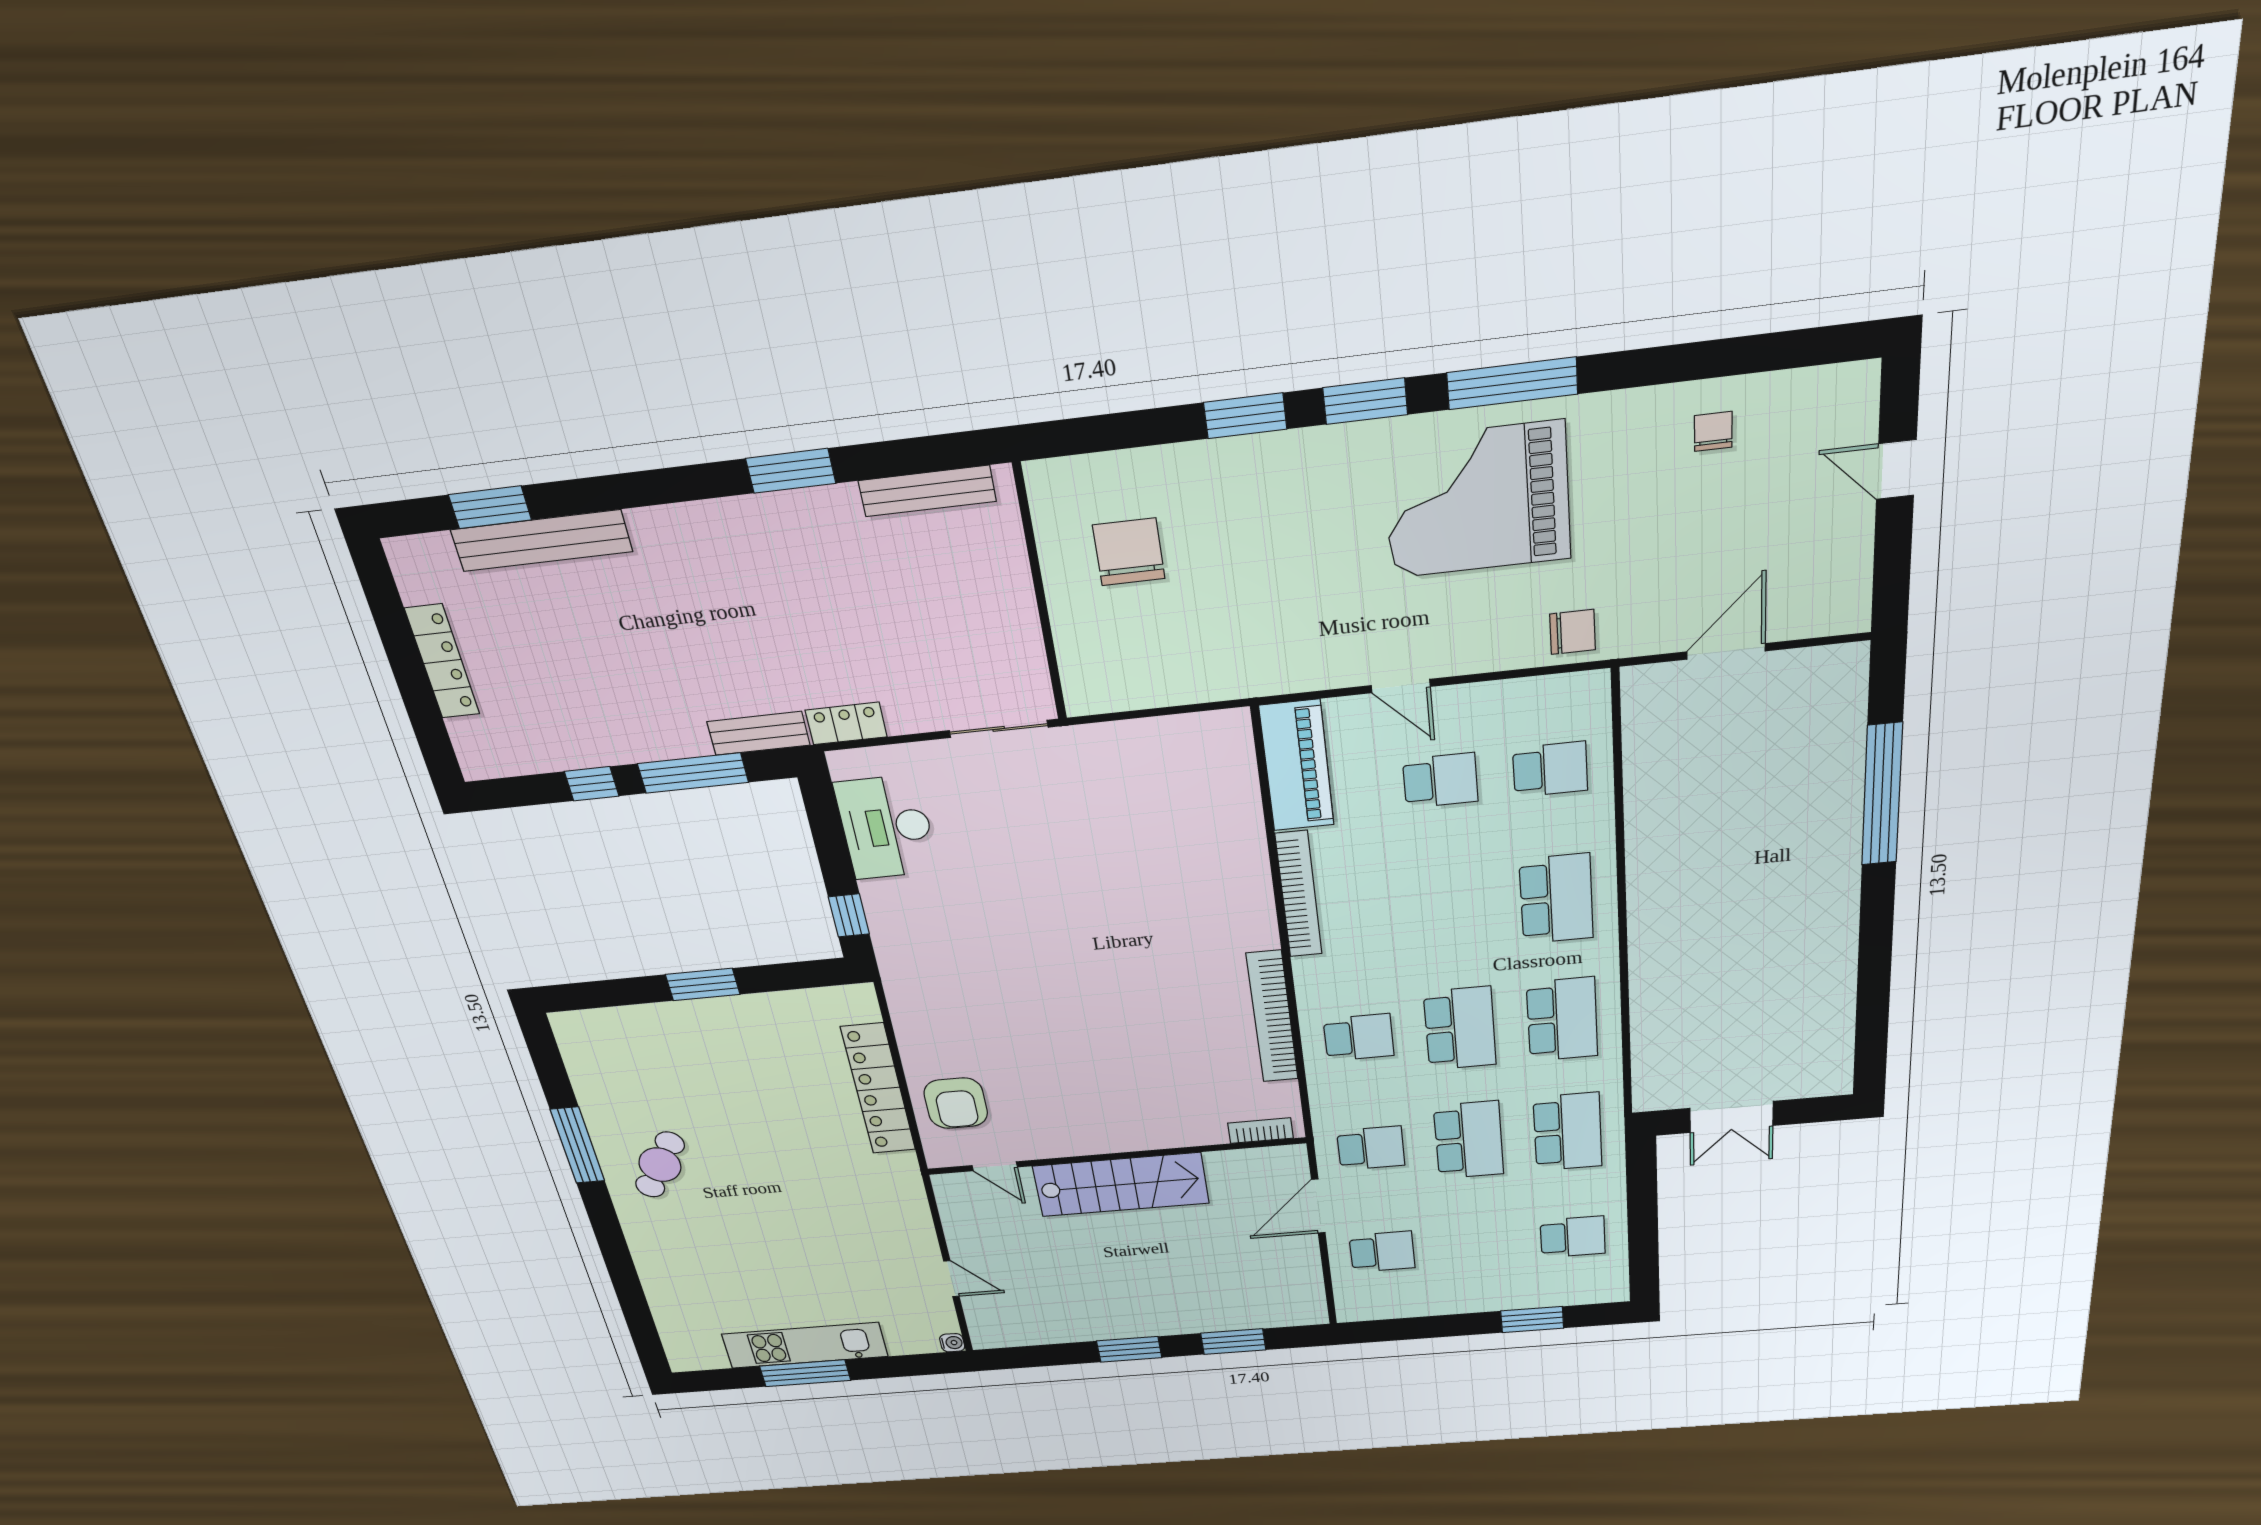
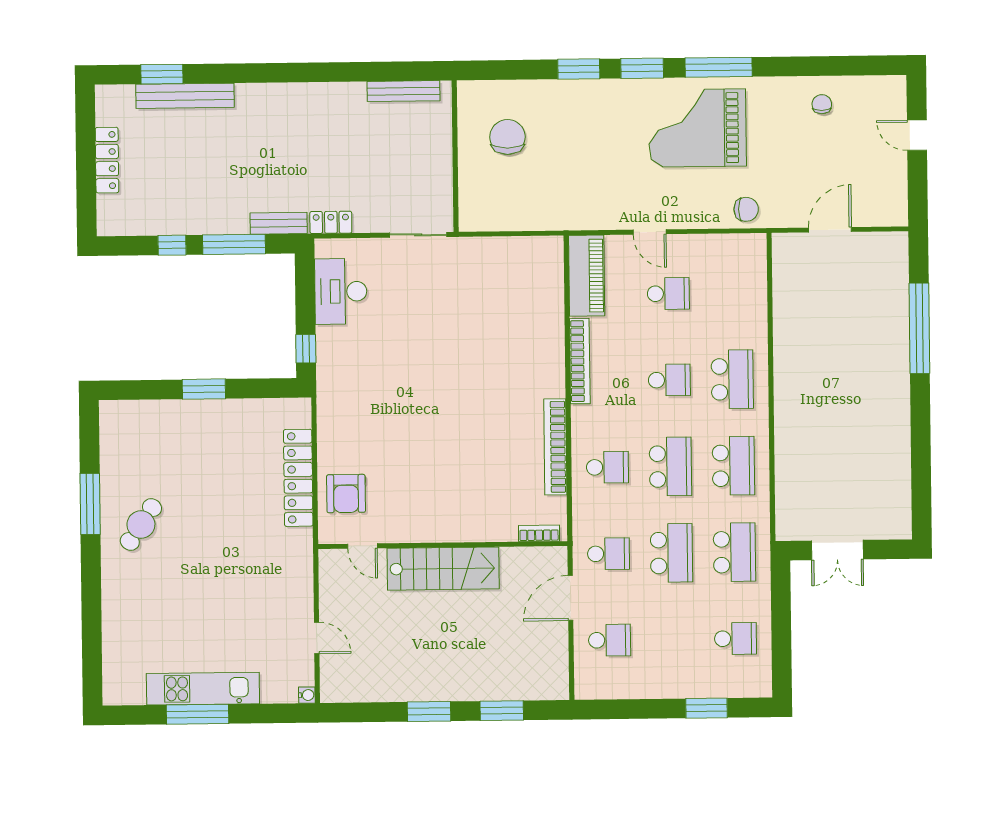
window: (791, 471) -> (332, 72), removed
school desk: (1550, 769) -> (669, 380), moved

